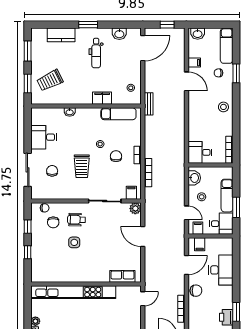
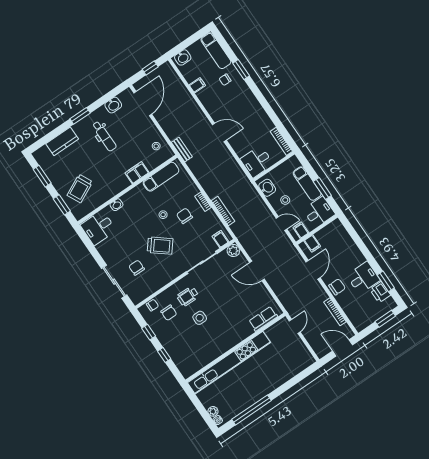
door: (186, 81) -> (219, 132), moved
stool: (223, 107) -> (250, 107), removed
desk: (44, 137) -> (98, 228), moved
trolley: (82, 166) -> (160, 246), turned -51
desk: (221, 270) -> (363, 278), moved, width x0.73

